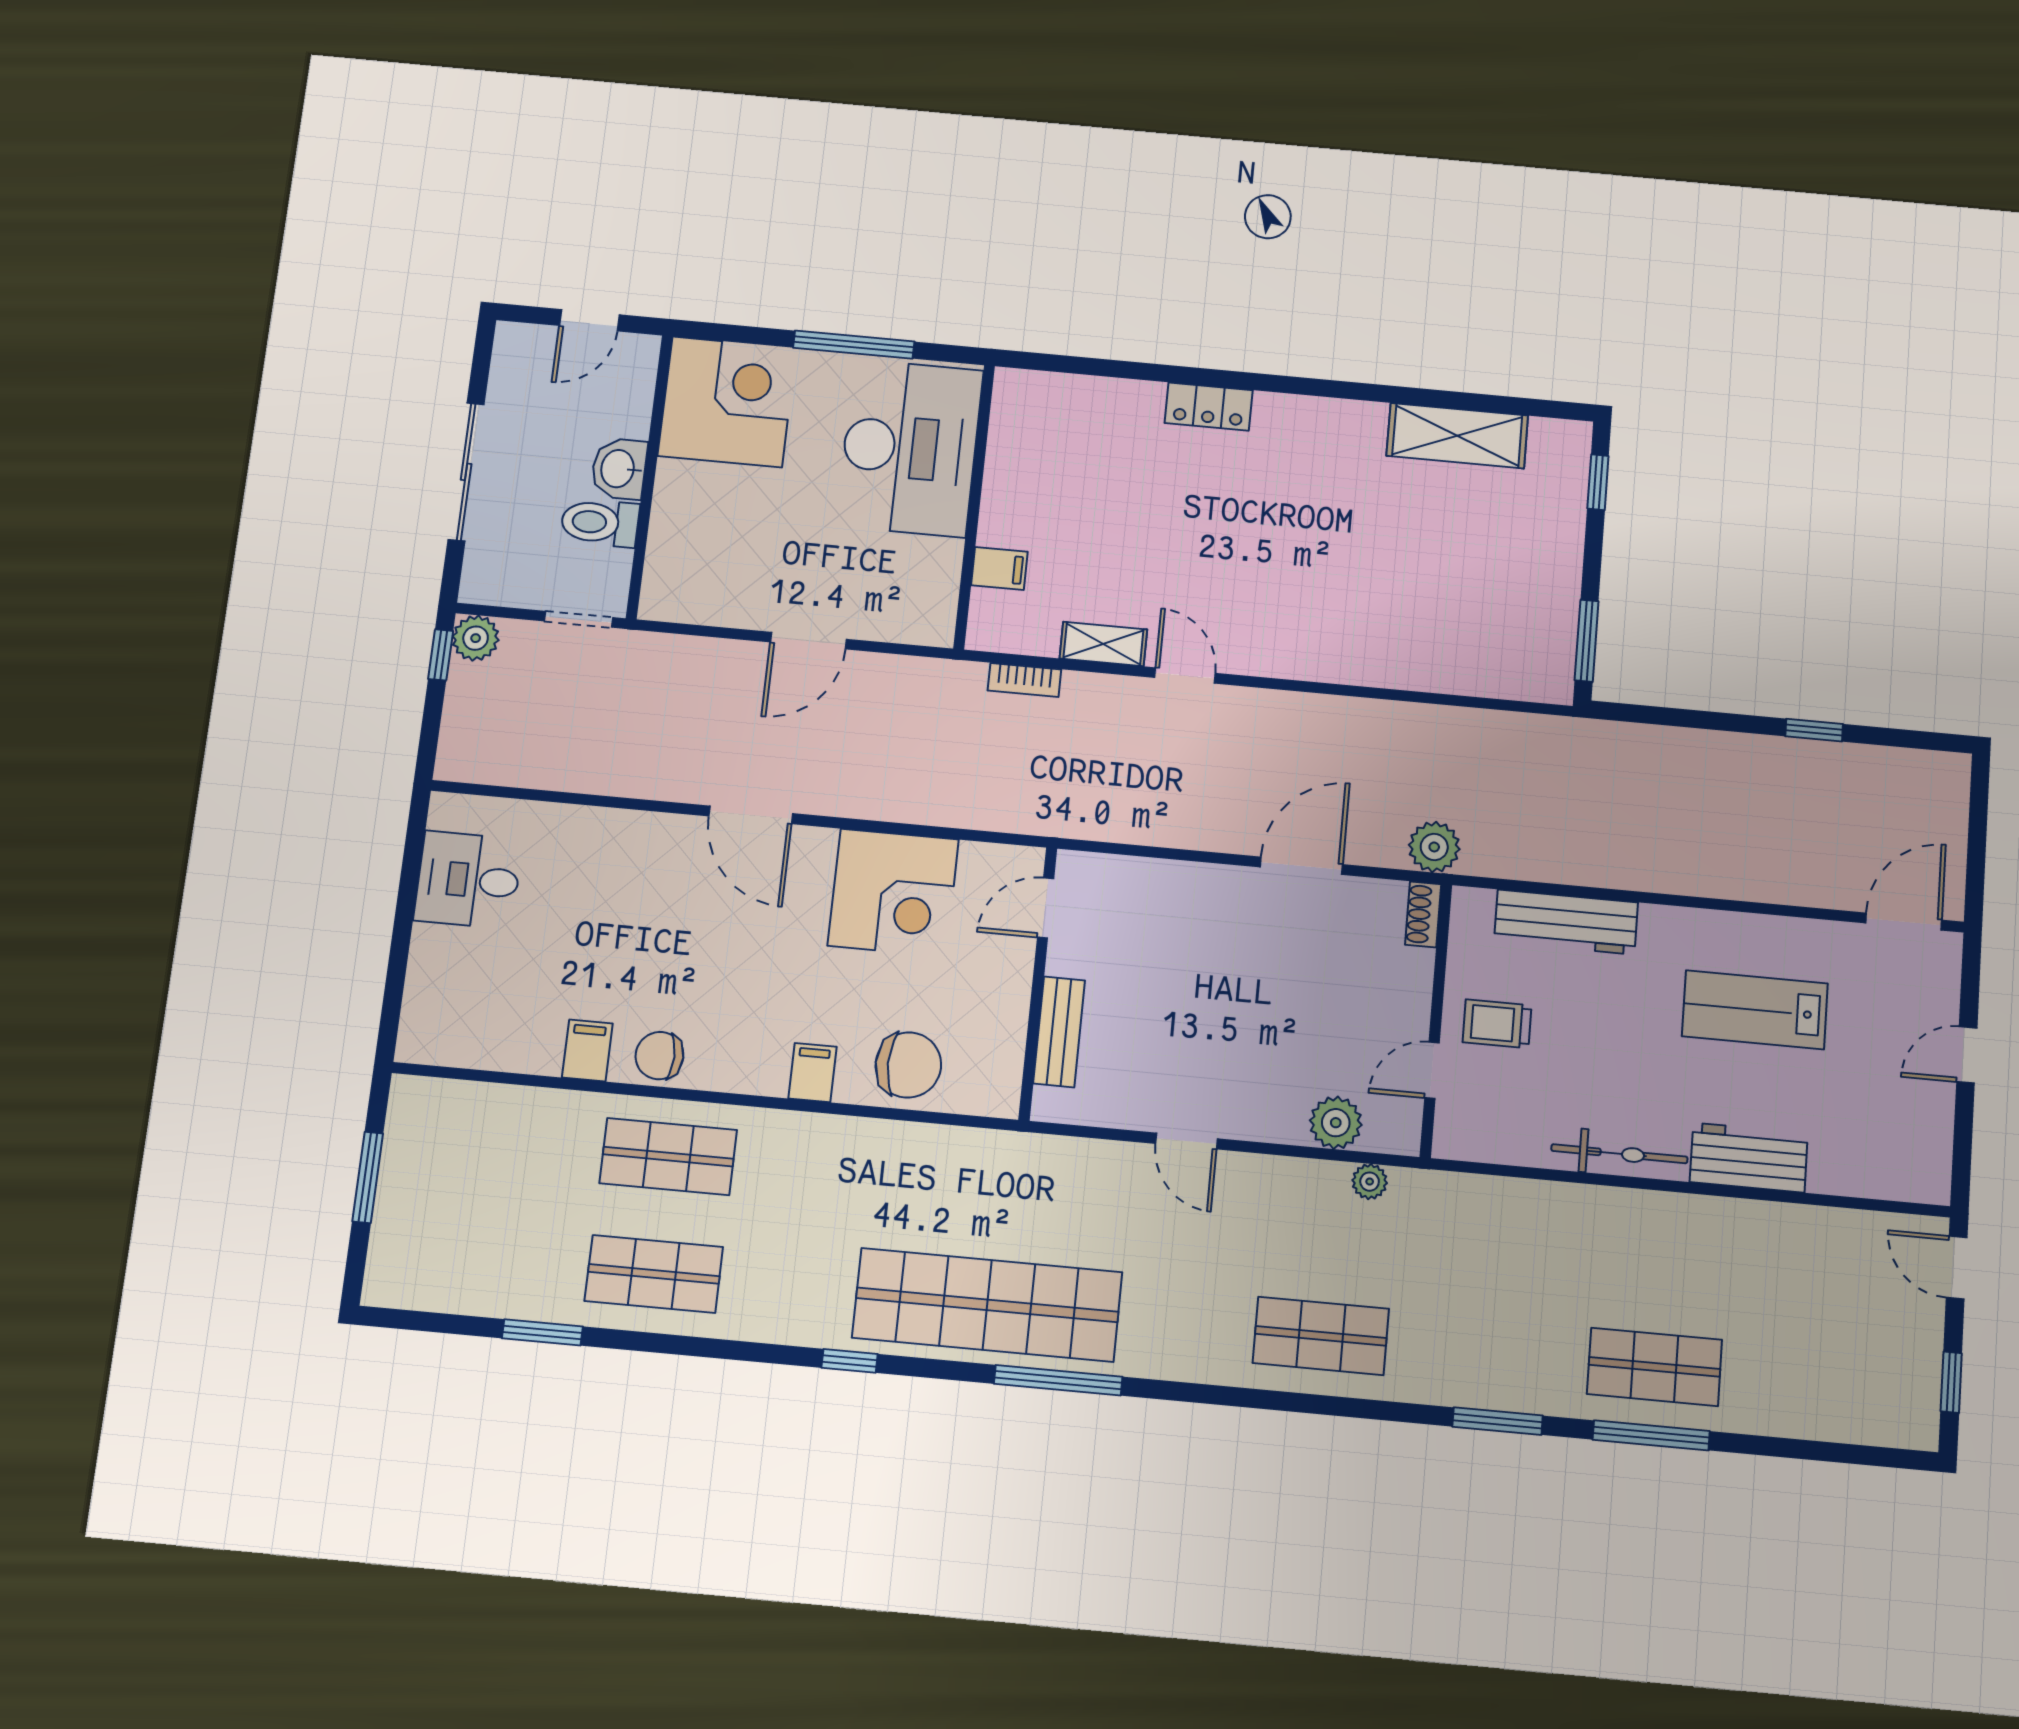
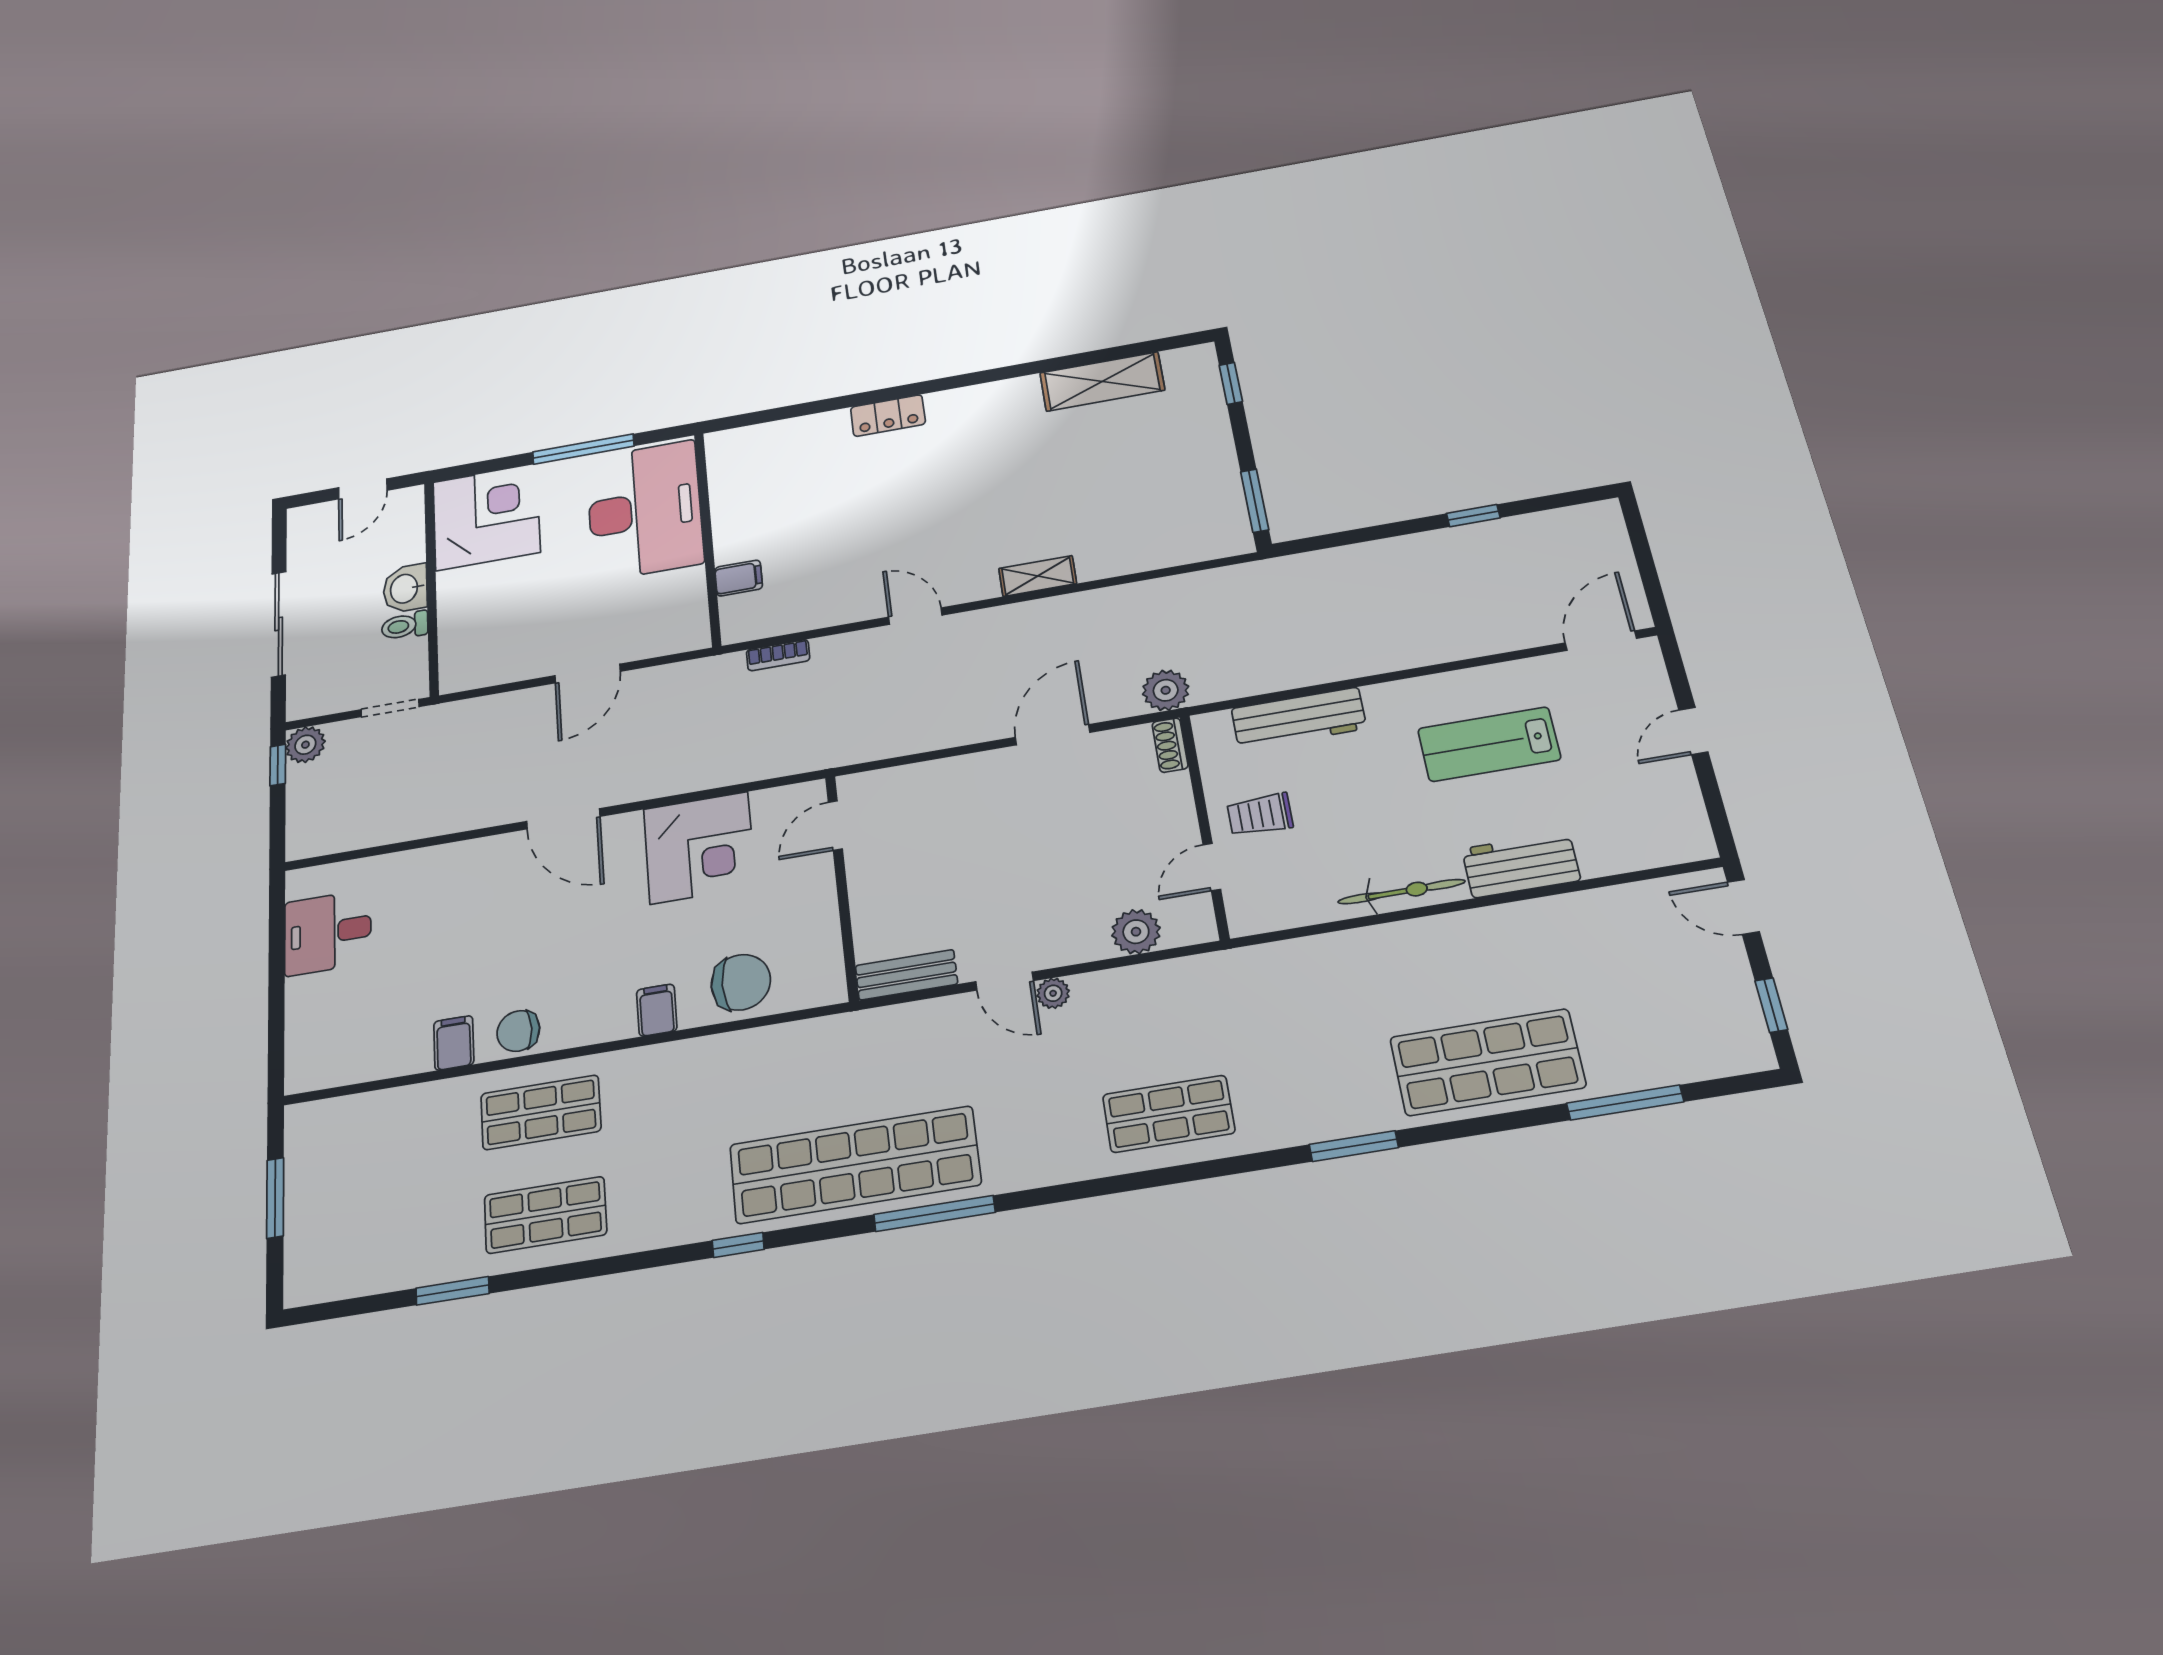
toilet: (600, 523) -> (405, 626), width x0.73, depth x0.72
shelving: (1103, 644) -> (1038, 576), moved
bench: (1059, 1032) -> (906, 975), moved, turned 90
plant: (1370, 1182) -> (1053, 993), moved
shop shelf: (1655, 1367) -> (1487, 1062), width x1.43, depth x1.36
window: (1651, 1435) -> (1625, 1102), moved

